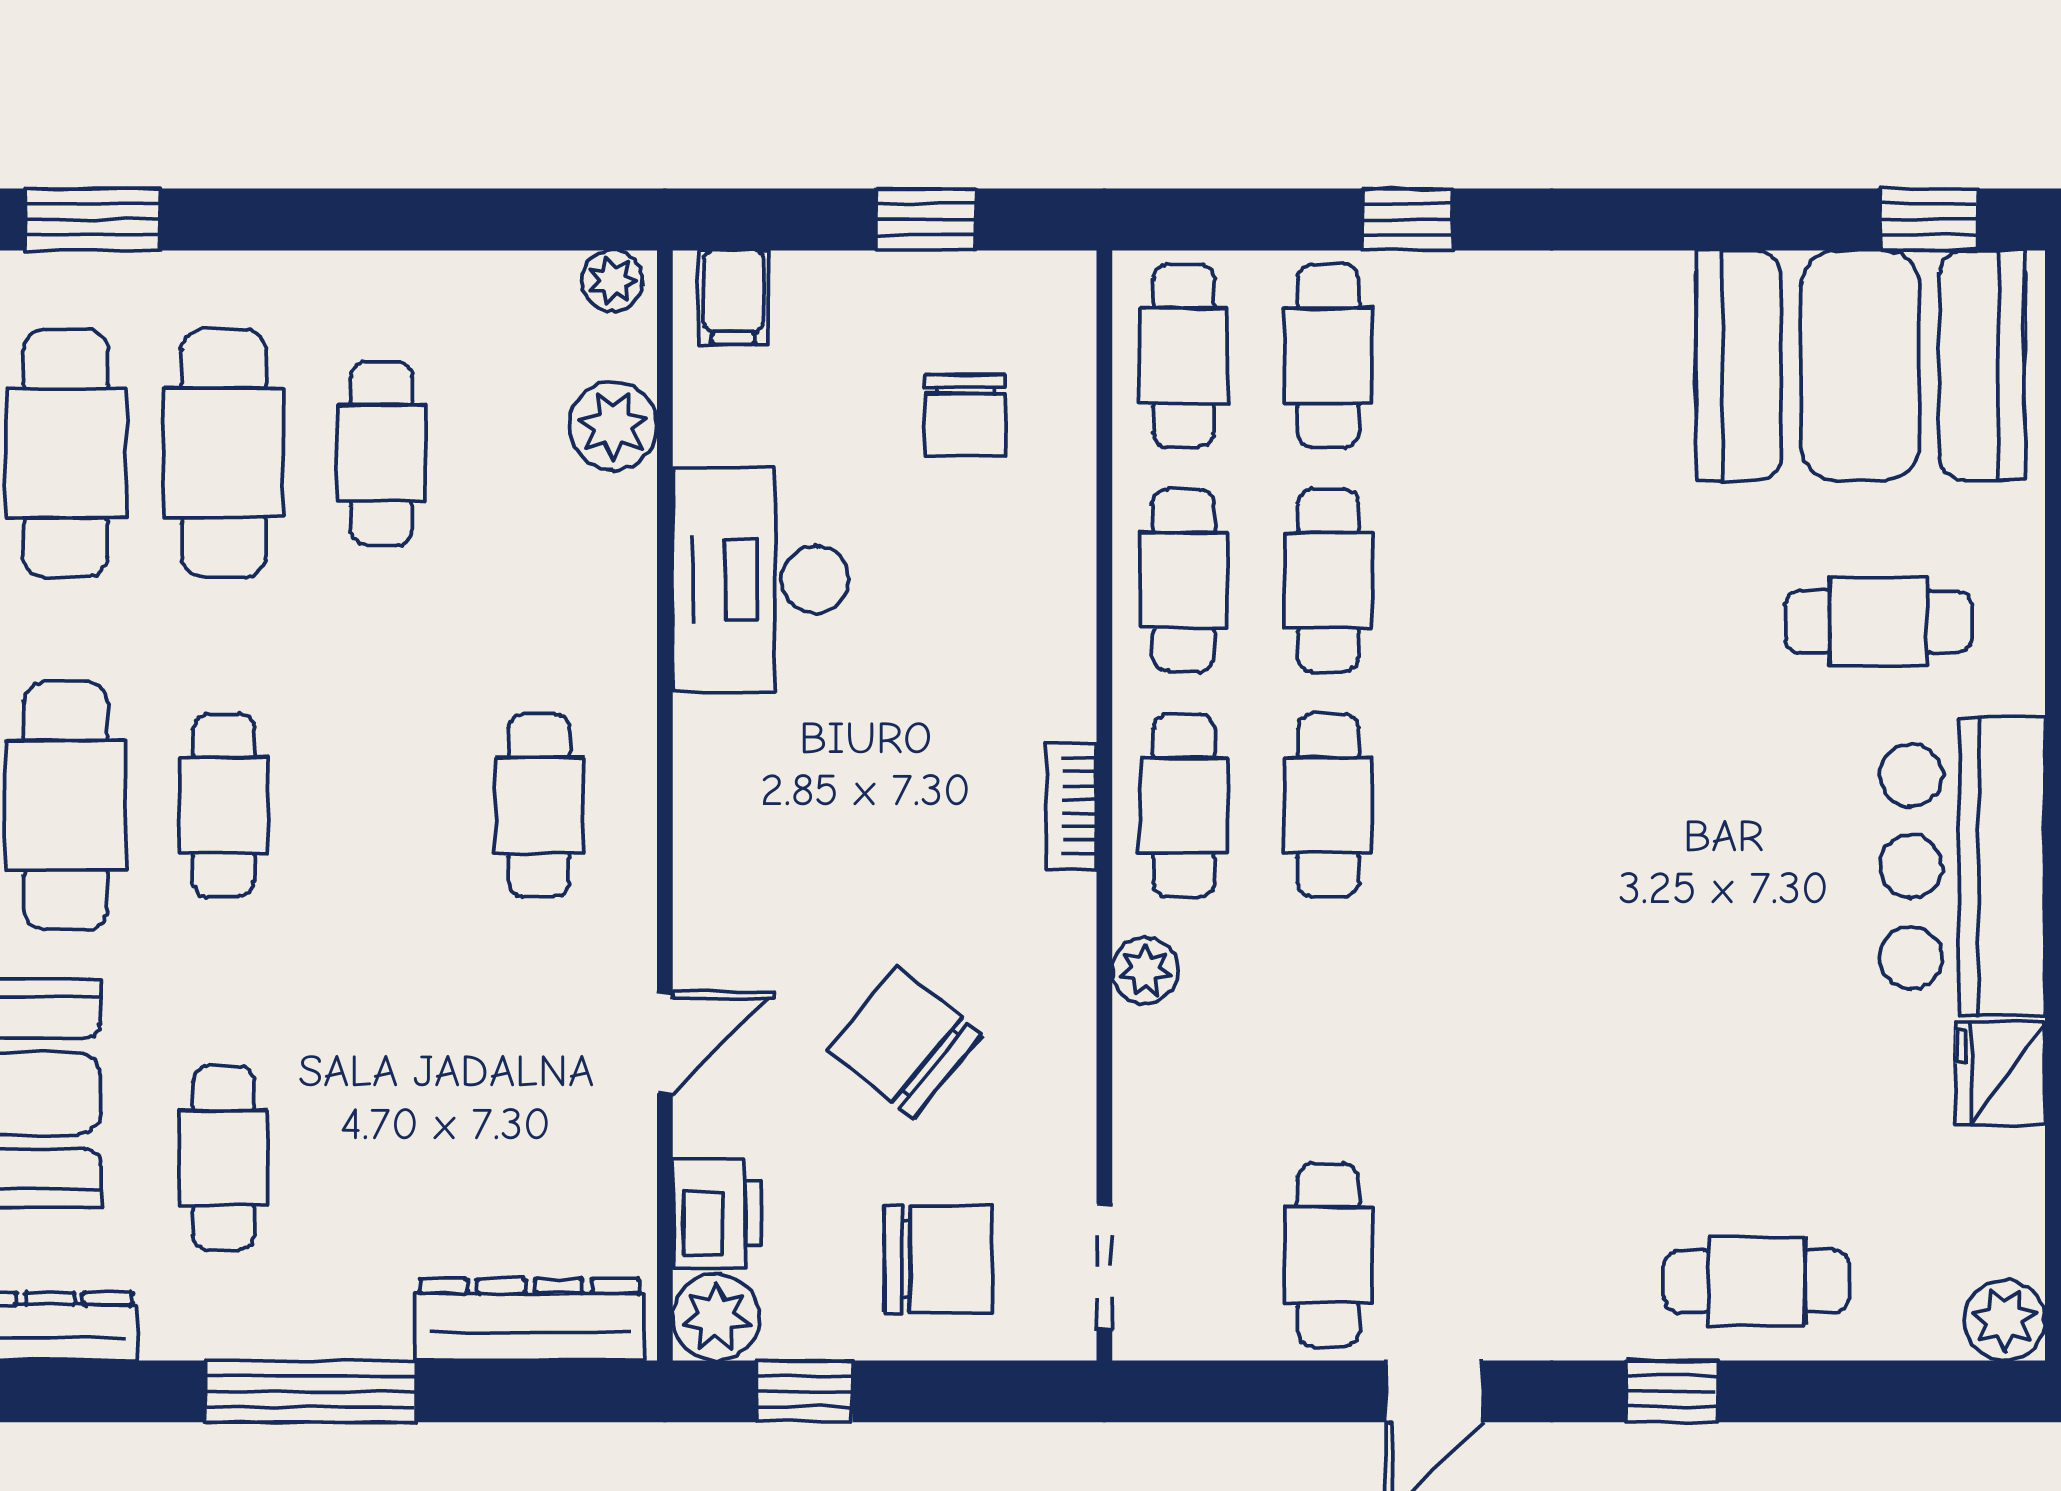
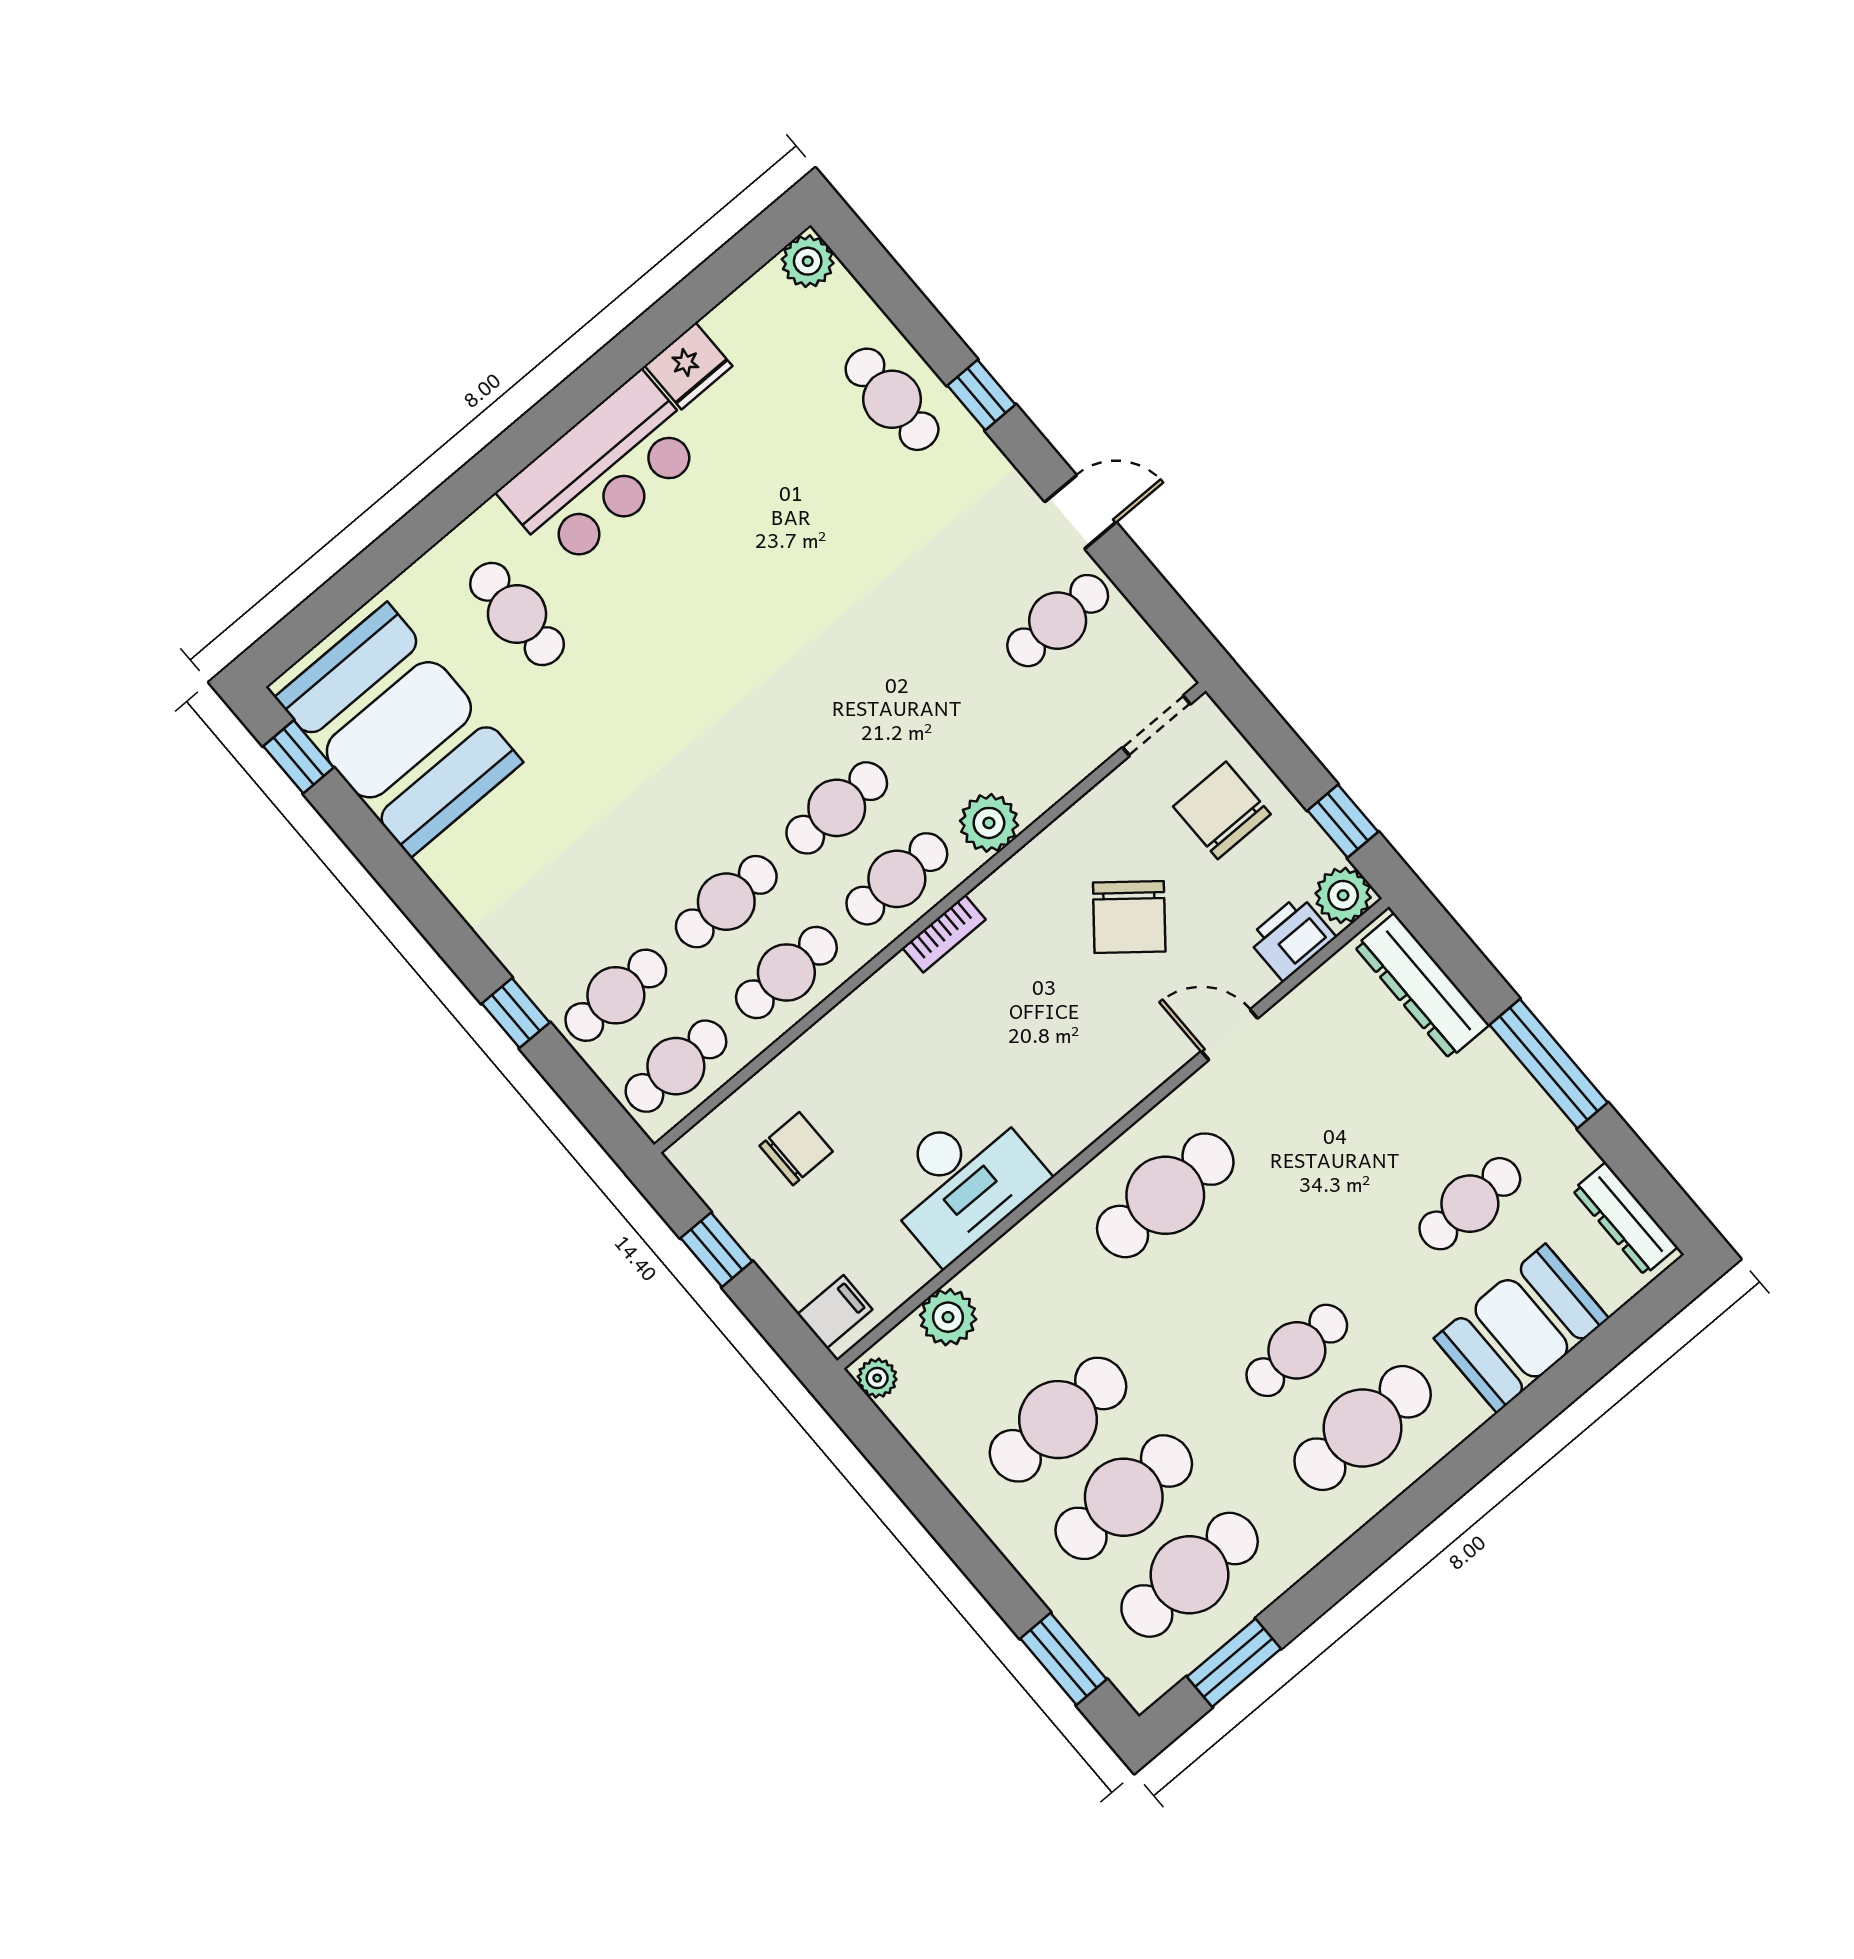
cafe table: (381, 453) -> (1058, 1420), width x1.37, depth x1.35
cafe table: (539, 805) -> (1165, 1195), width x1.37, depth x1.35
plant: (1145, 971) -> (989, 823), width x1.38, depth x1.38

